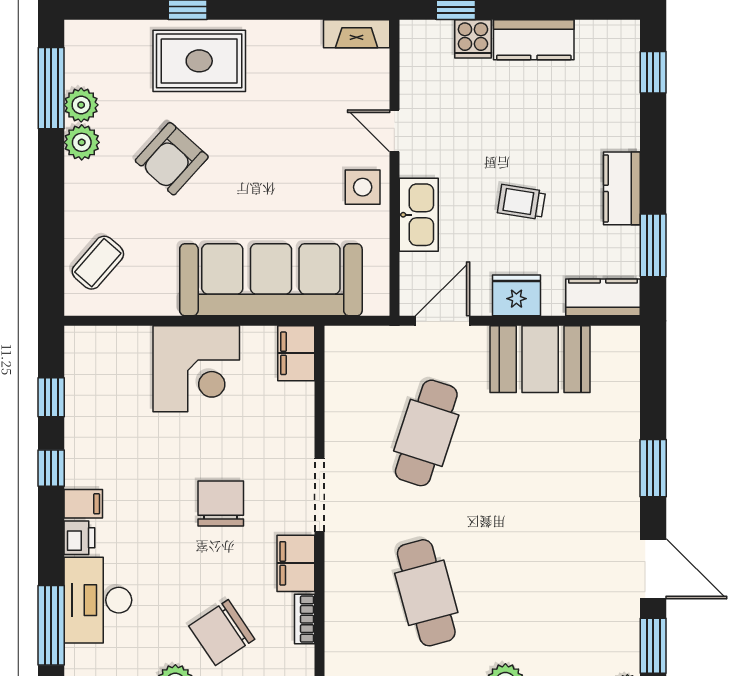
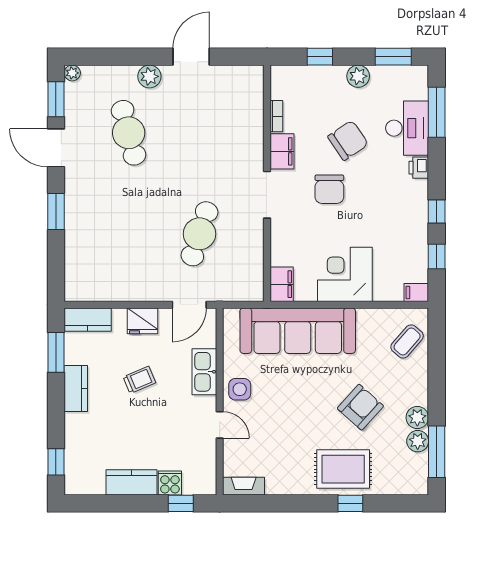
trolley: (521, 202) -> (139, 380), turned -32
booth: (540, 359) -> (128, 280), removed
filing cabinet: (83, 504) -> (416, 293), moved
cafe table: (426, 593) -> (129, 133), moved
chair: (222, 633) -> (348, 140), moved

